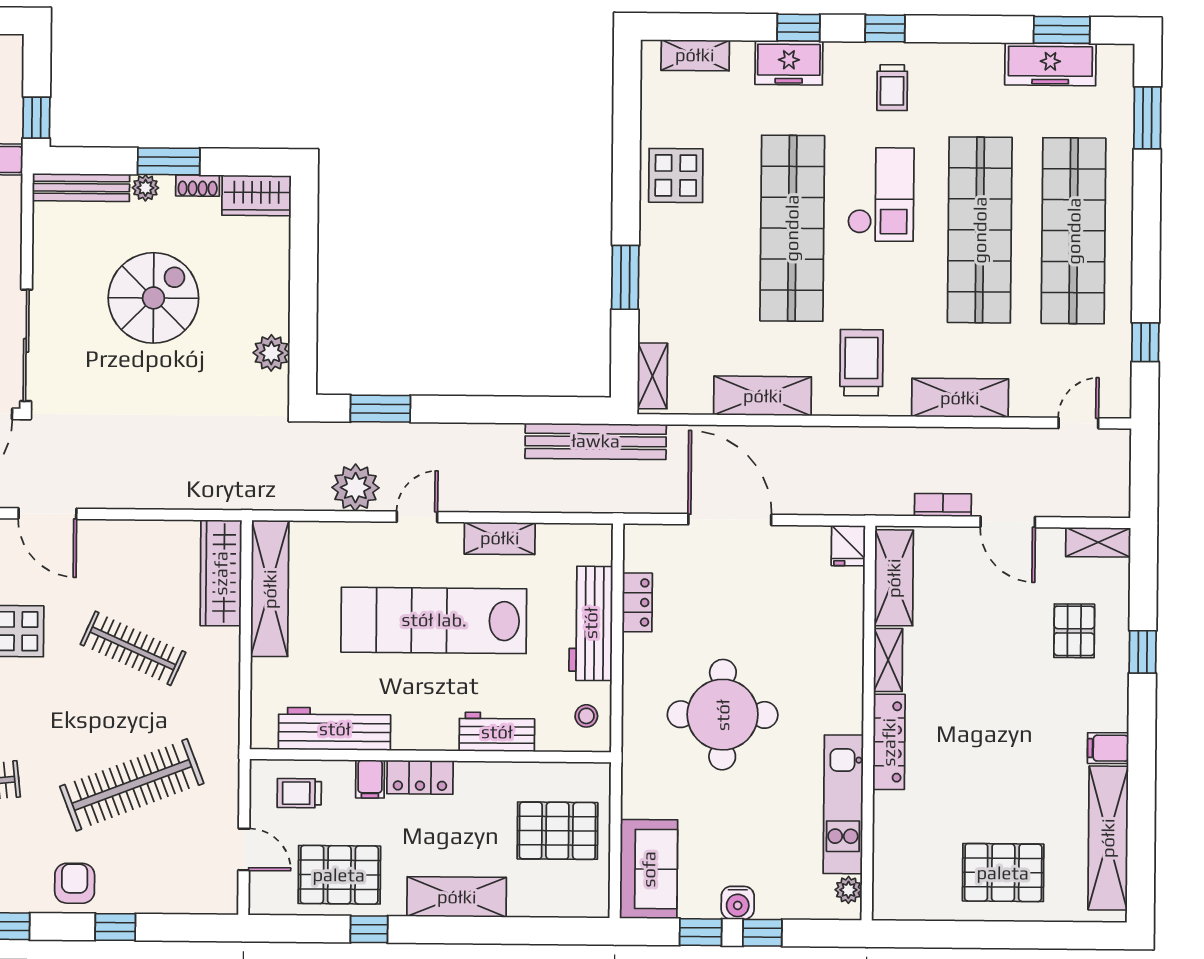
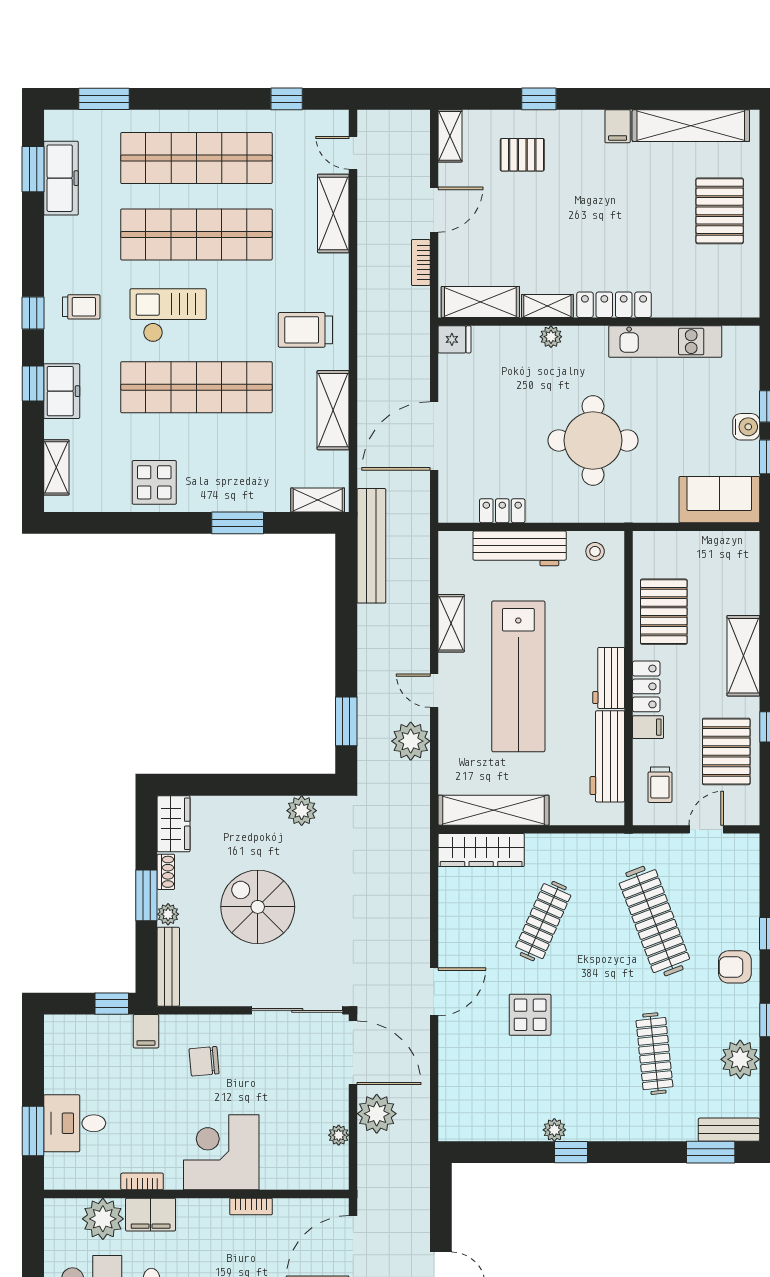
shelving: (960, 398) -> (333, 213), moved
workbench: (497, 732) -> (609, 678), moved
pallet: (557, 831) -> (664, 612), moved
plant: (848, 890) -> (551, 337), moved

